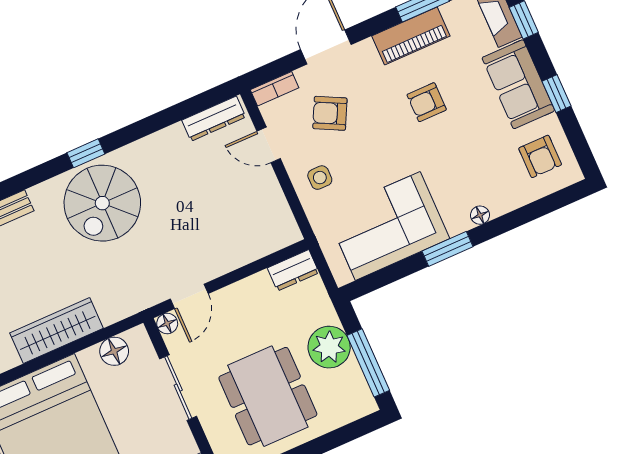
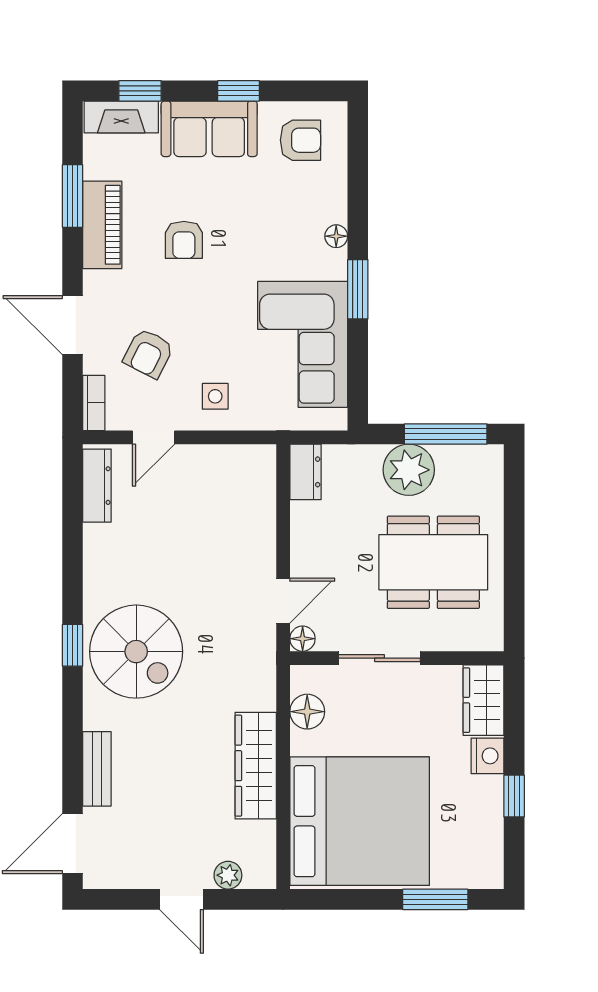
door: (189, 296) -> (283, 601), hinge flipped

